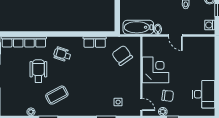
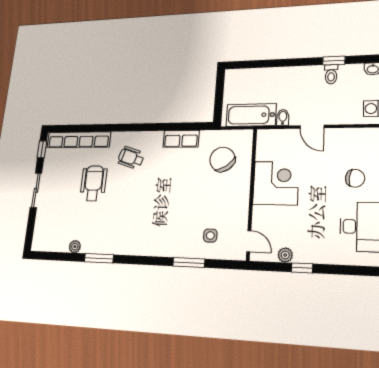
coffee table: (57, 95) -> (116, 221), removed
chair: (168, 96) -> (355, 178), moved

